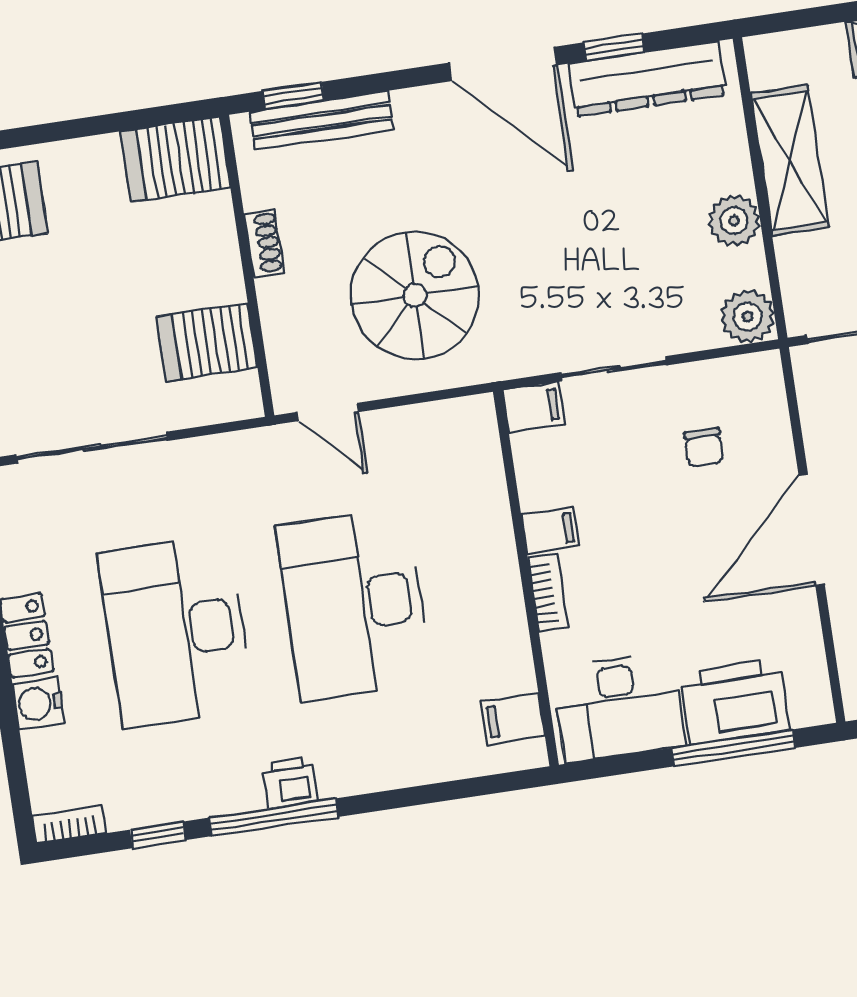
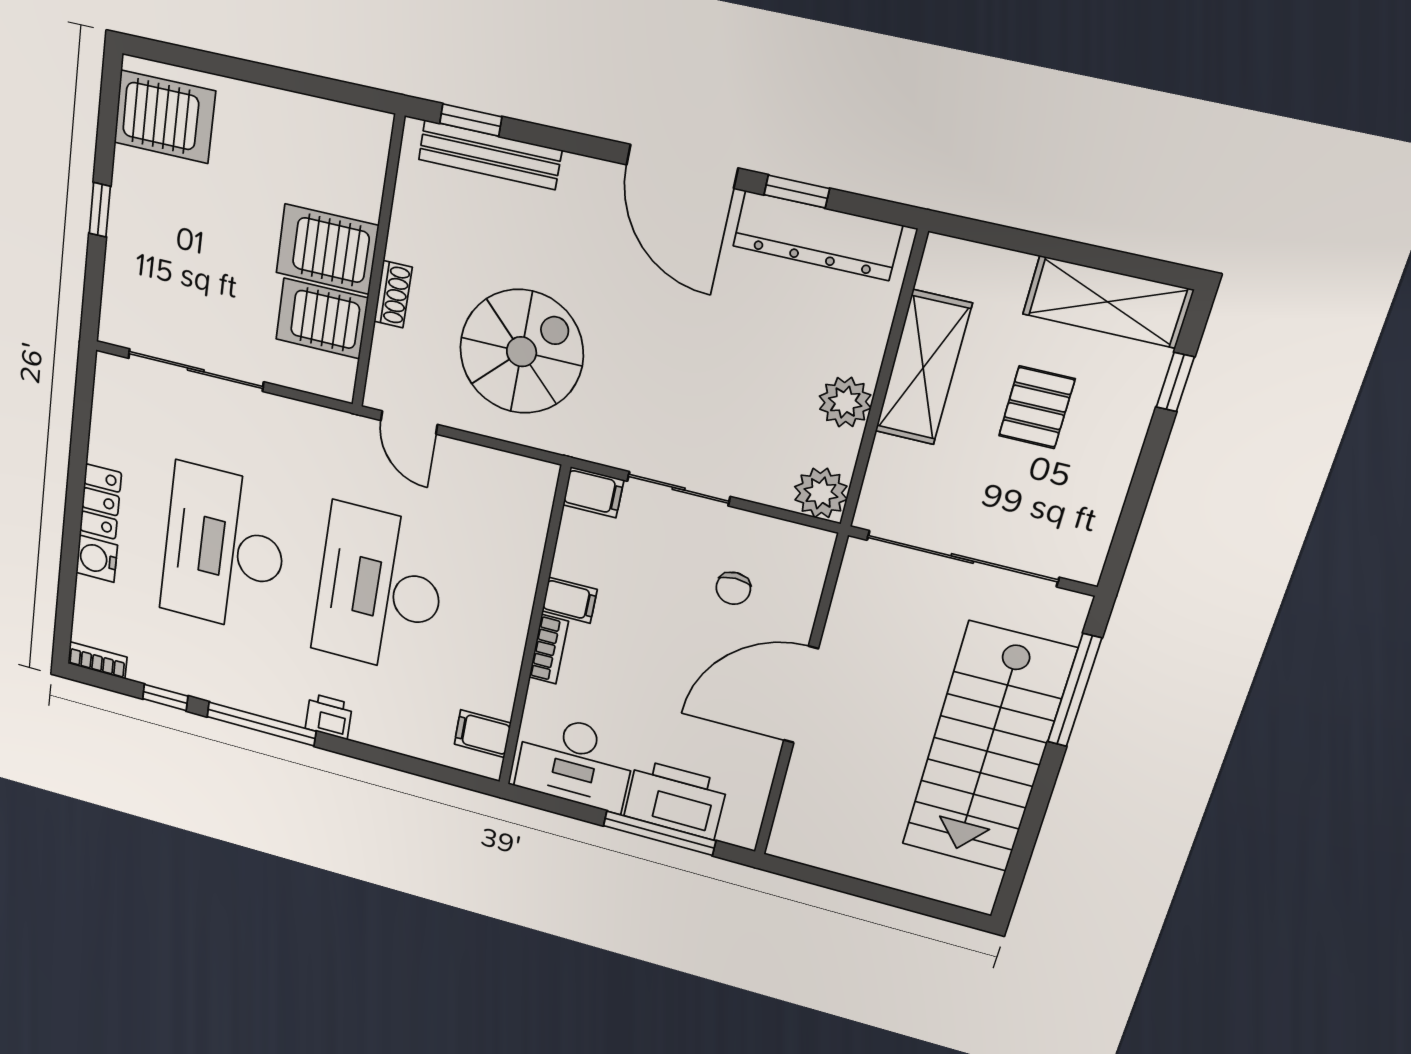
server rack: (175, 159) -> (327, 249), moved
shoe rack: (264, 243) -> (393, 294), moved
printer: (290, 783) -> (329, 716), moved

